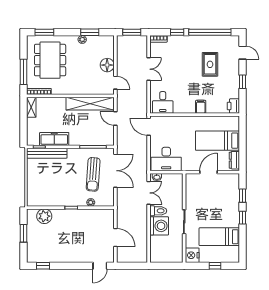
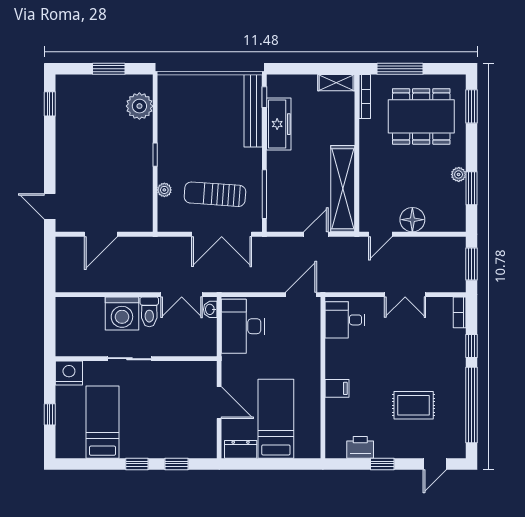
printer: (233, 106) -> (360, 447), moved

